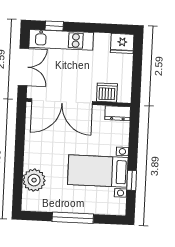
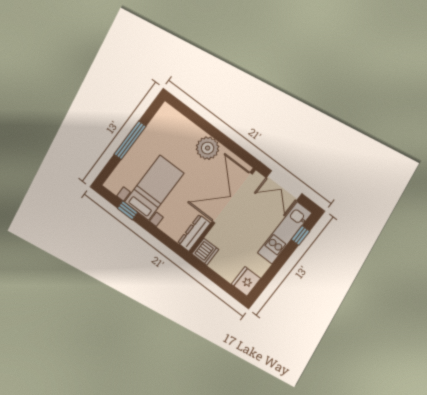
dishwasher: (107, 93) -> (205, 252), moved
dresser: (118, 113) -> (194, 233), width x1.44
plant: (34, 180) -> (208, 148), moved

